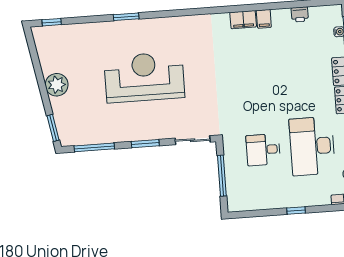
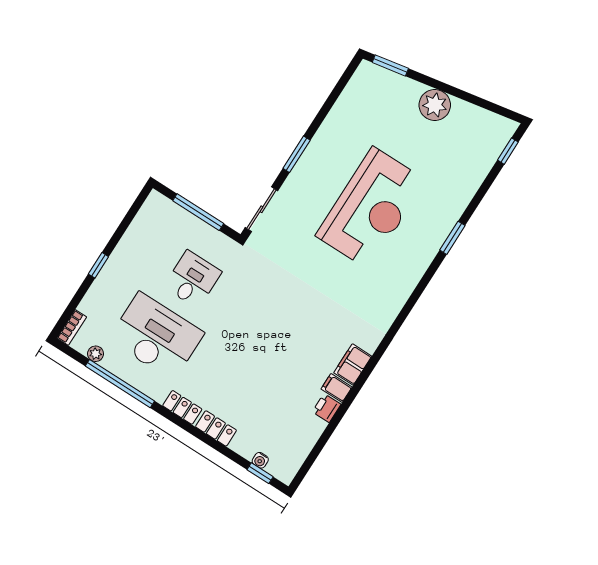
printer: (300, 14) -> (327, 408), moved
window: (94, 147) -> (335, 95), removed

